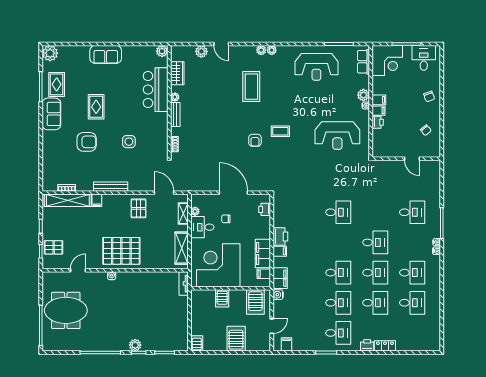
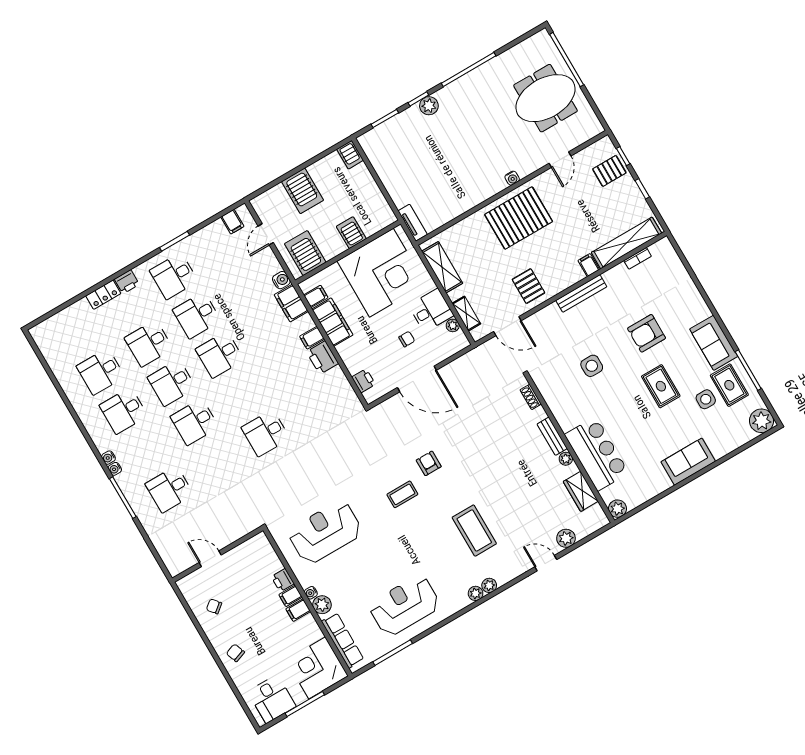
row of seats: (364, 62) -> (343, 640), width x1.48
side table: (75, 84) -> (706, 399), added

